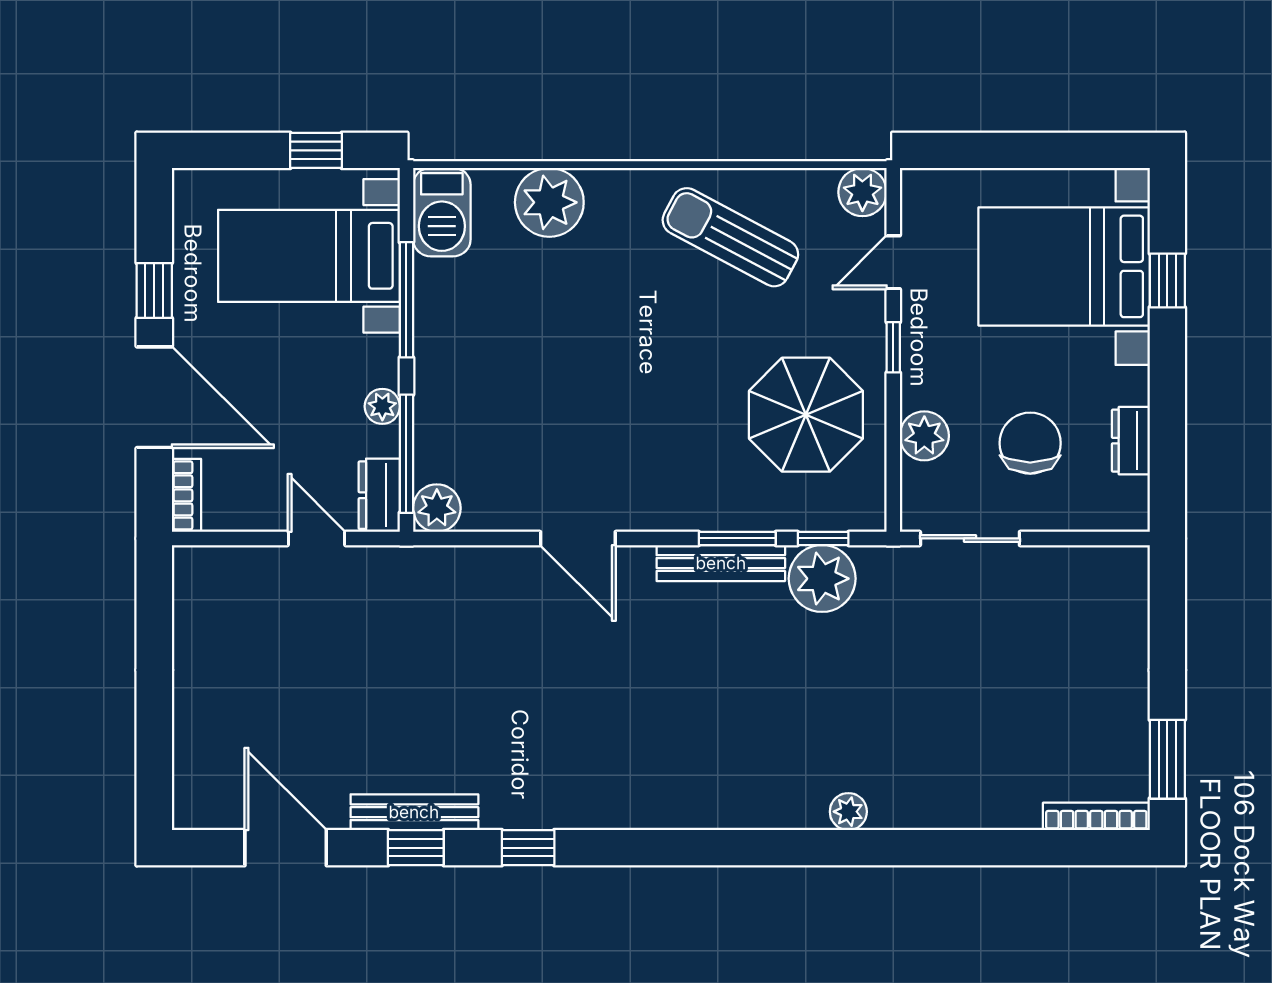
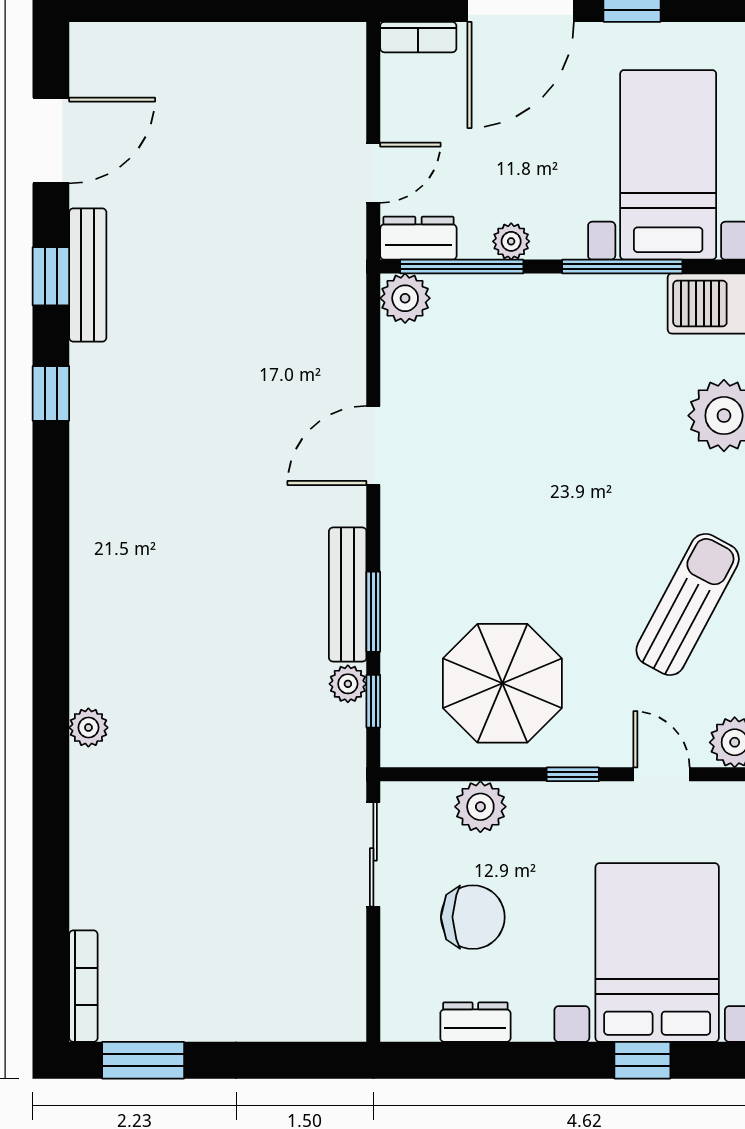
plant: (822, 579) -> (348, 684), width x0.53, depth x0.53

